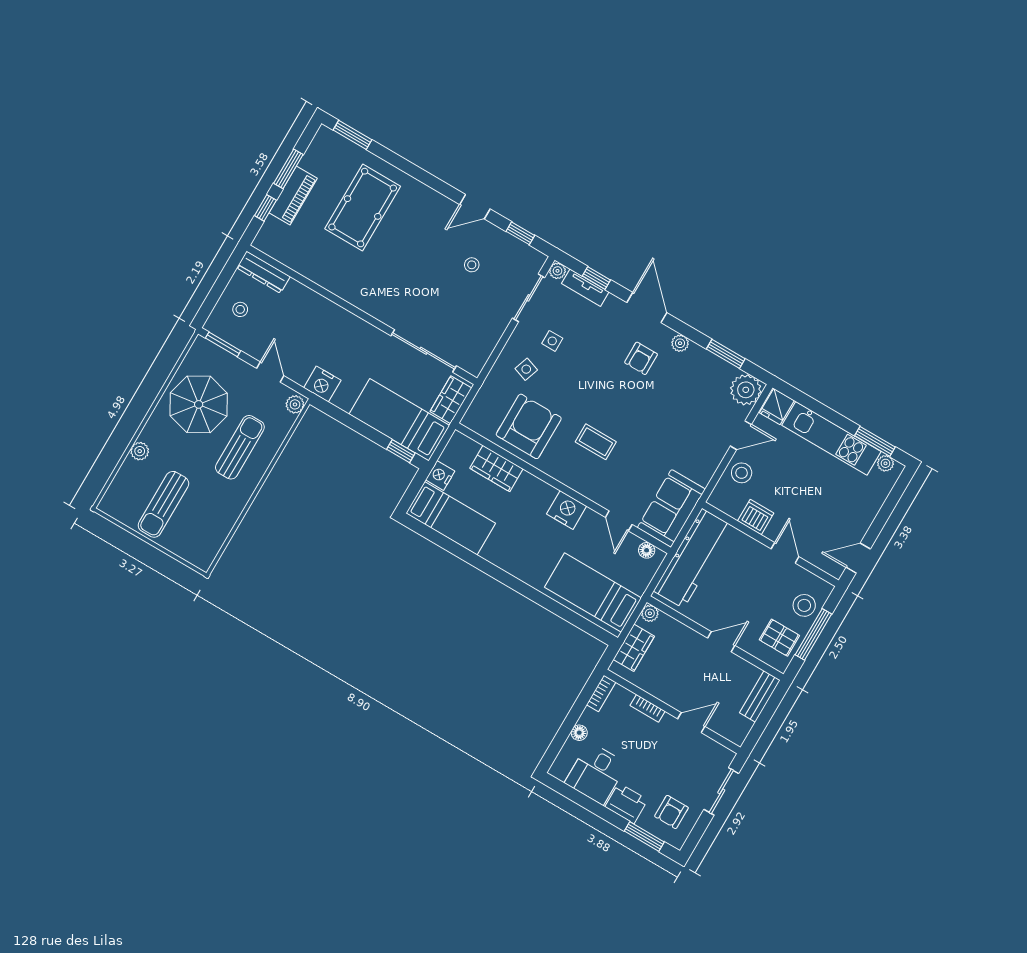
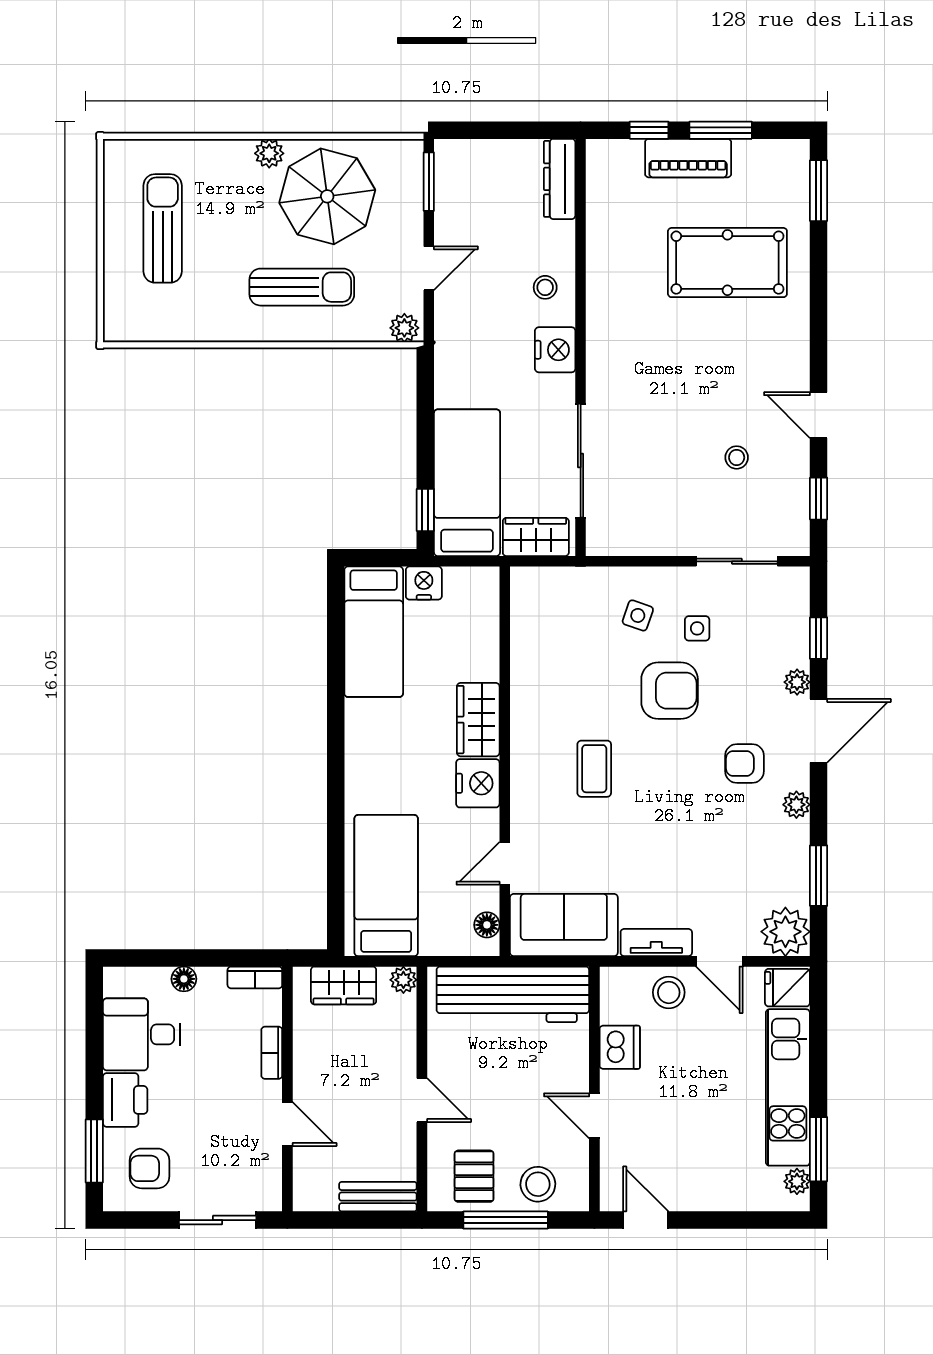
plant: (557, 271) -> (797, 682), moved
tv unit: (585, 288) -> (656, 943), moved, turned 90
stool: (240, 309) -> (545, 287), moved
nightstand: (322, 384) -> (555, 350), moved, turned 180
armchair: (529, 426) -> (670, 691), moved, width x0.73, depth x0.73
plant: (140, 451) -> (269, 153), moved
wardrobe: (496, 469) -> (478, 720), moved
sun lounger: (163, 504) -> (163, 228), turned 90
door: (785, 553) -> (594, 1116), swing flipped

